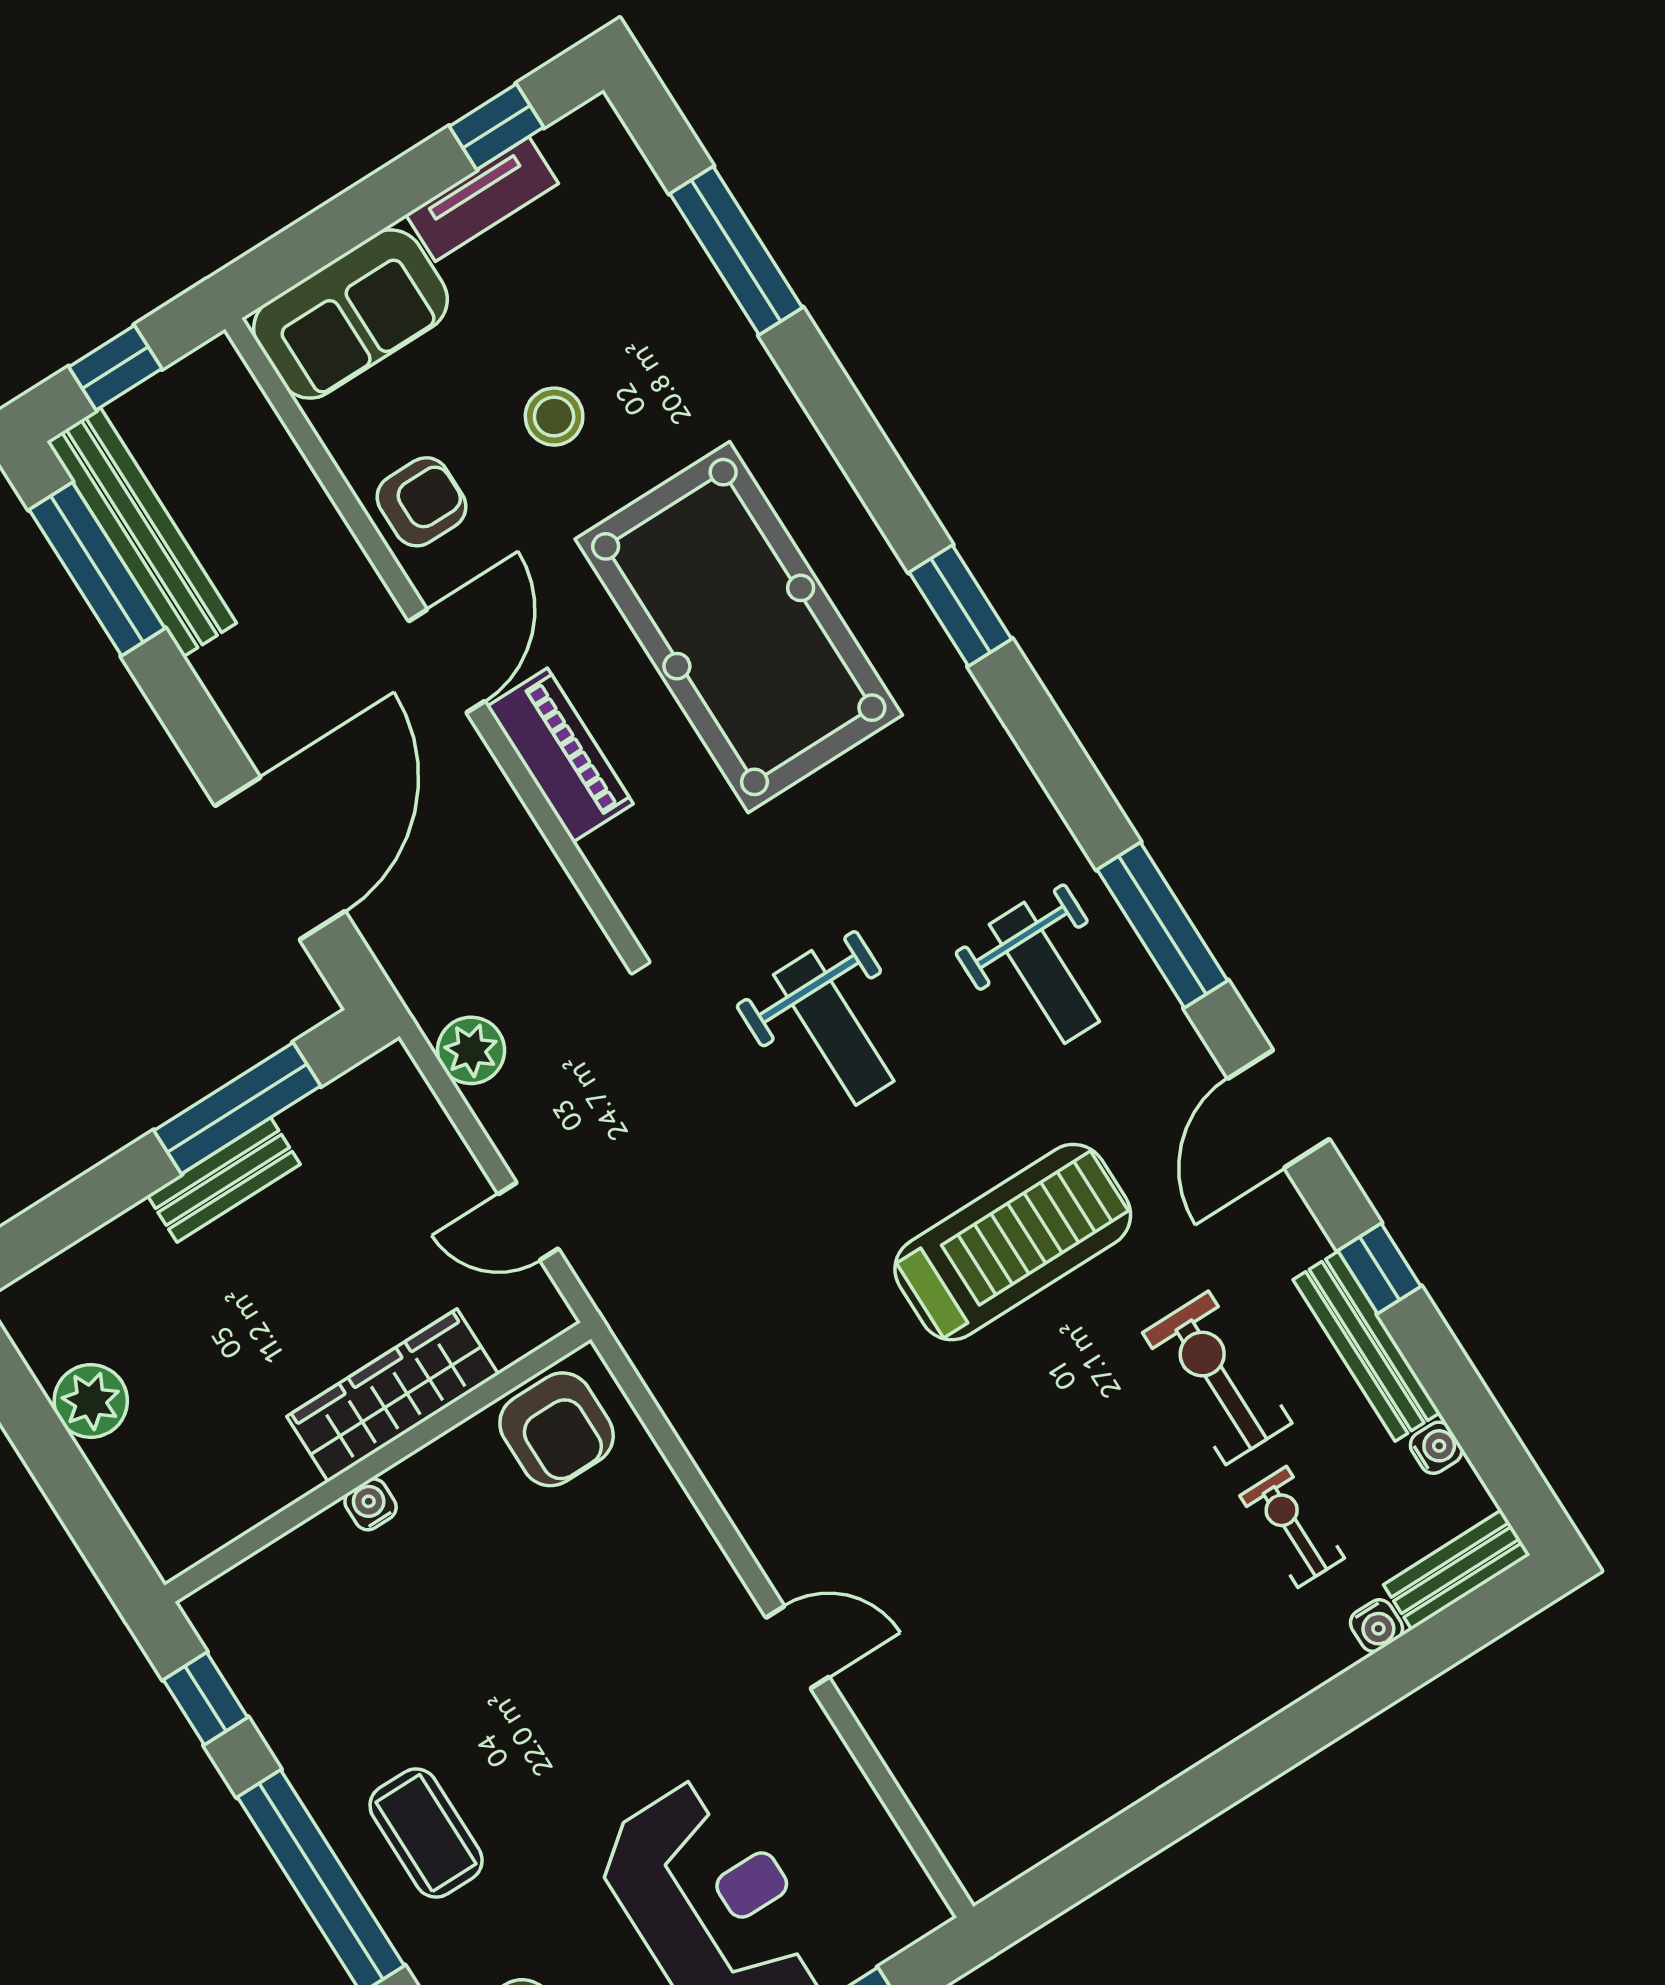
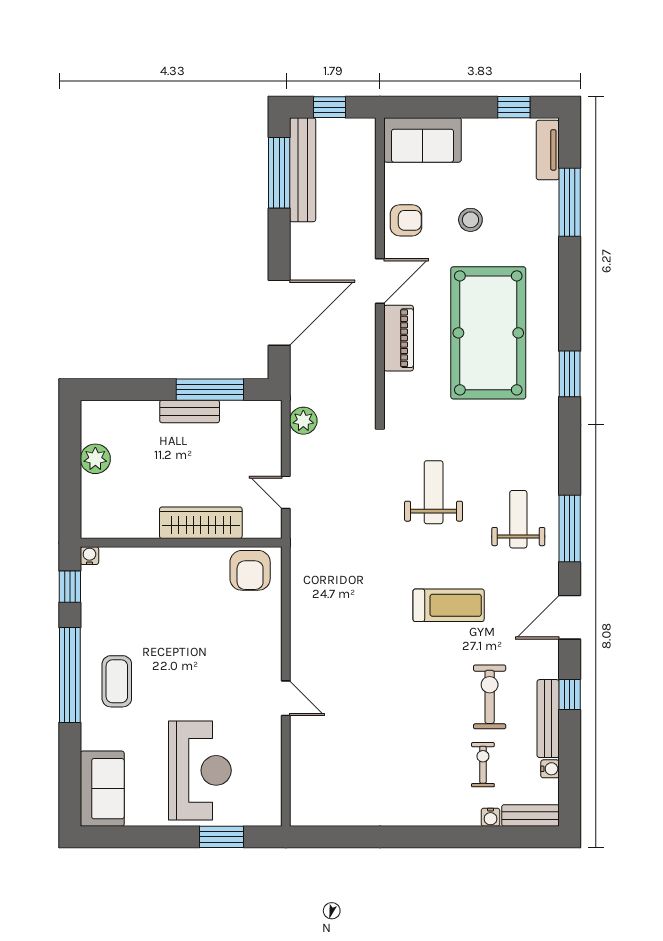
tv unit: (482, 199) -> (548, 150), moved, turned 90
weight bench: (1044, 973) -> (518, 519), turned 180
weight bench: (834, 1028) -> (434, 492), turned 180
treadmill: (1013, 1242) -> (449, 605), width x0.73, depth x0.73
water cooler: (371, 1504) -> (89, 556), moved

